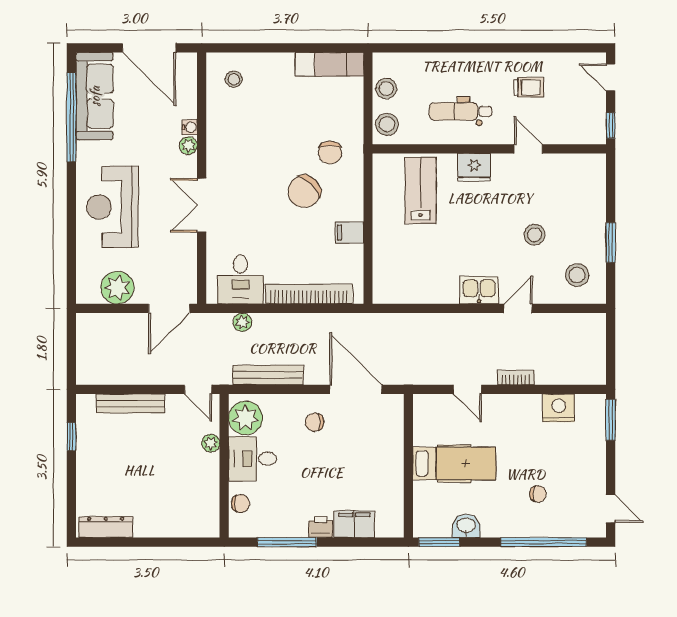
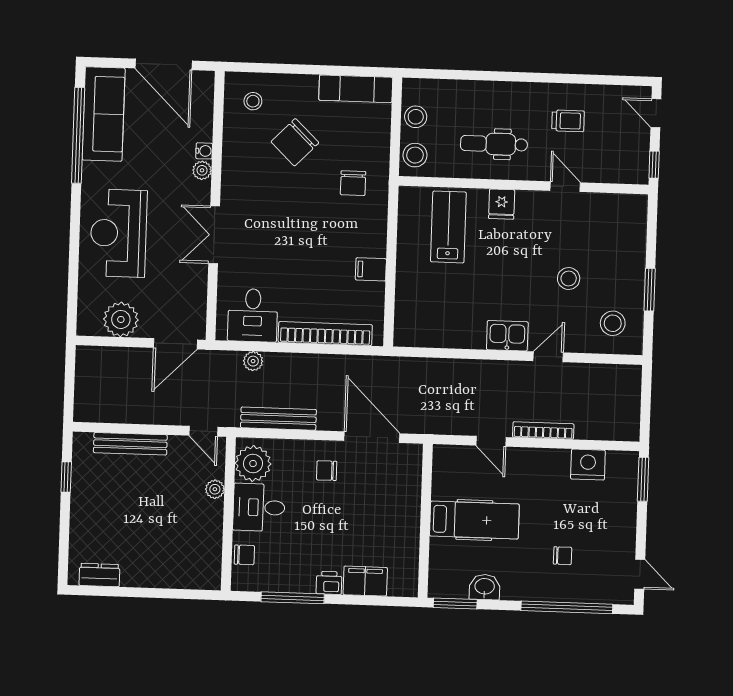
fridge: (474, 167) -> (502, 204), width x0.72
chair: (304, 192) -> (295, 142), moved
bookcase: (516, 378) -> (543, 430), width x1.56
dresser: (106, 527) -> (99, 575), width x0.70

